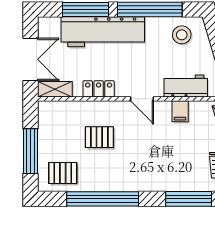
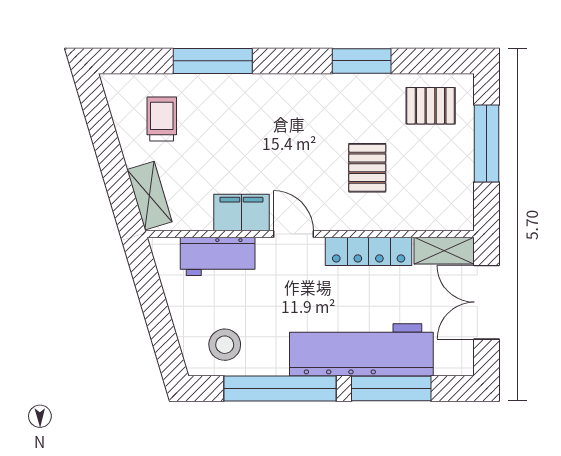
locker: (99, 89) -> (369, 251), width x1.53
filing cabinet: (180, 111) -> (241, 212), width x2.00
pallet: (99, 137) -> (367, 168), turned 90
window: (103, 199) -> (362, 61), width x0.47

